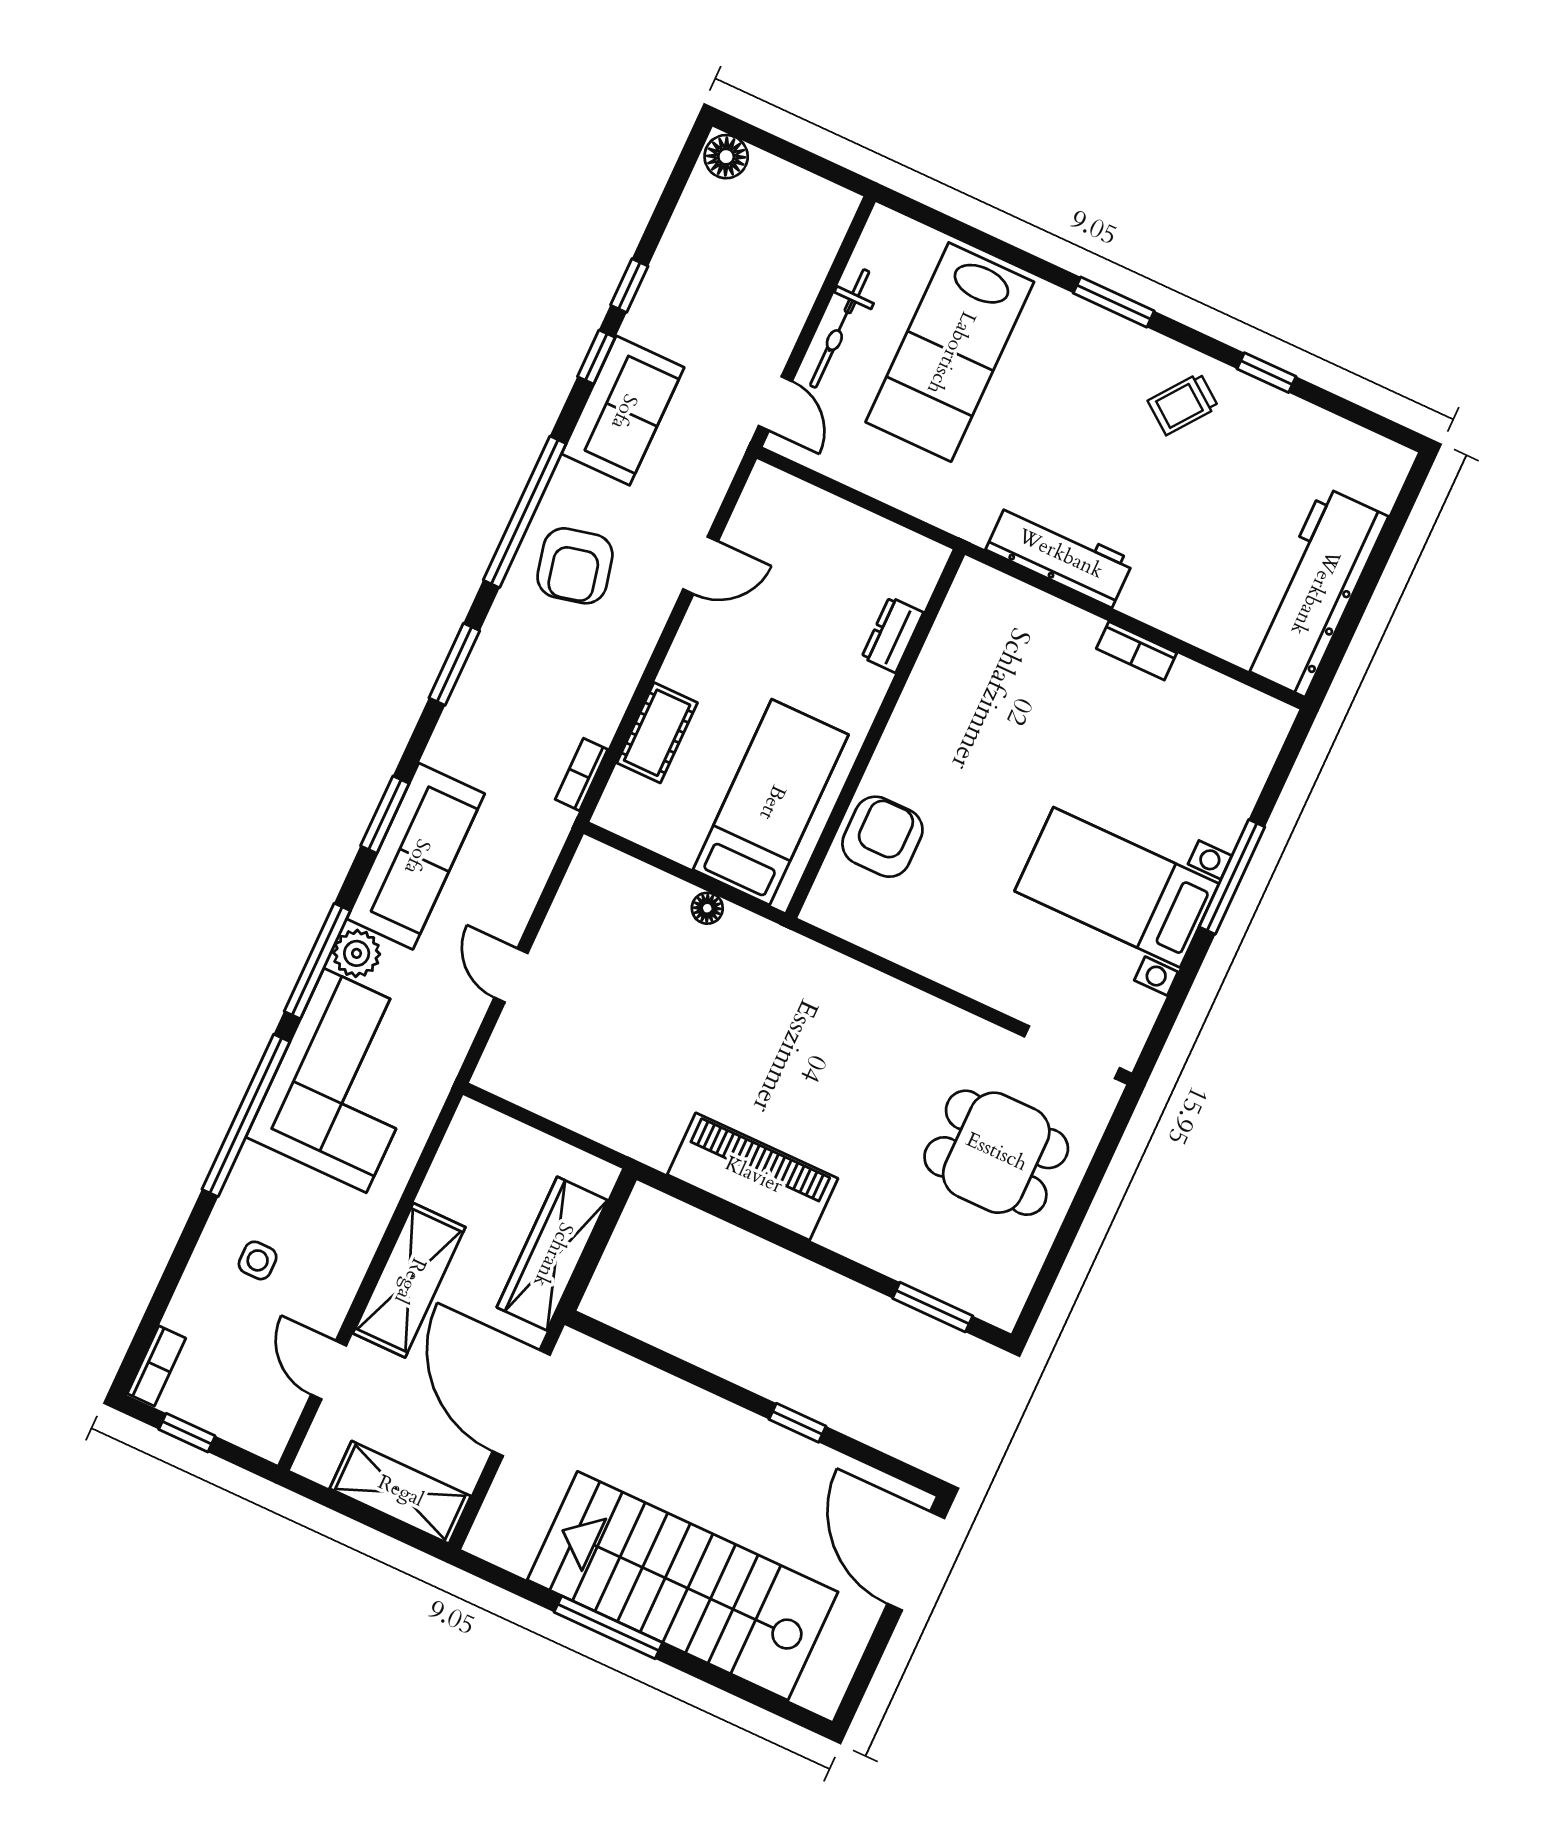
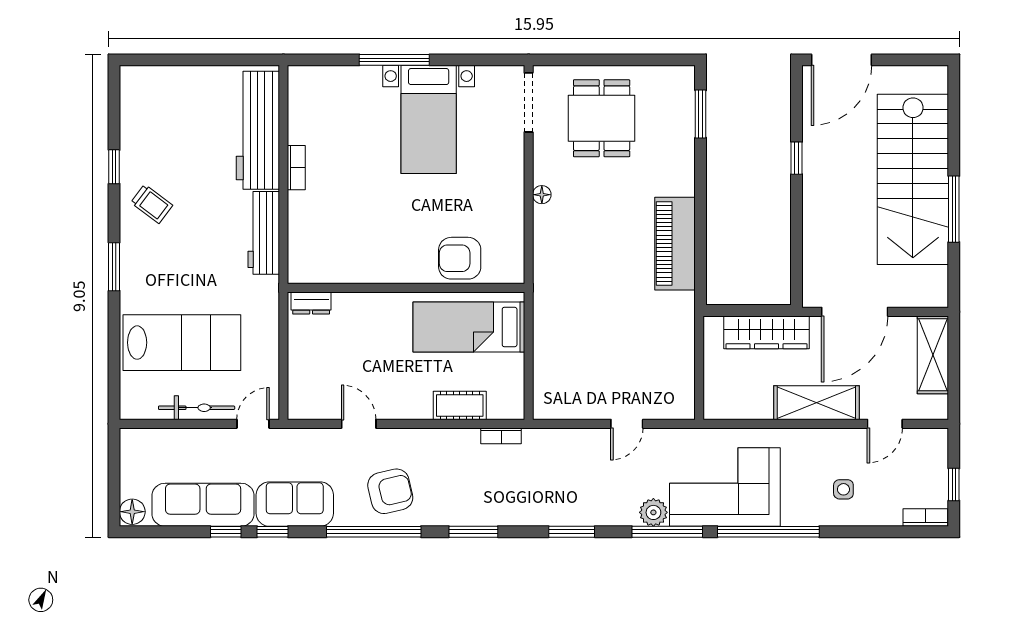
workbench: (1314, 592) -> (258, 130), moved, turned 90
dresser: (893, 635) -> (311, 303), moved
sofa: (416, 856) -> (203, 505), moved
floor lamp: (707, 908) -> (542, 195), moved

